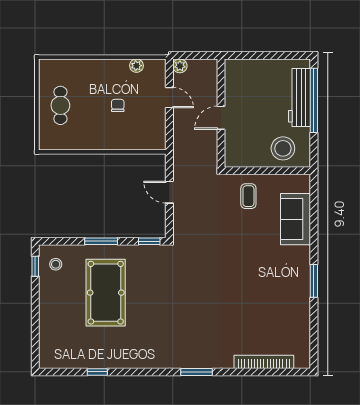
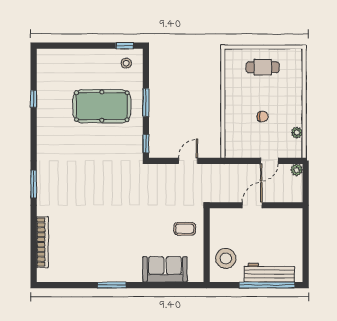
door: (221, 118) -> (252, 205), hinge flipped

